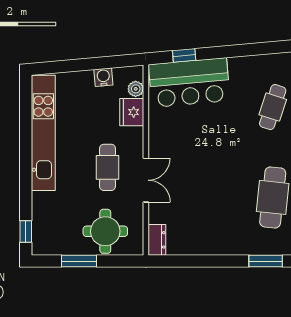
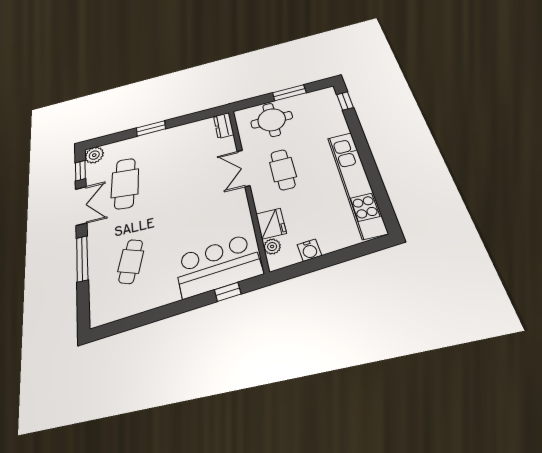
window: (266, 261) -> (151, 128), moved

